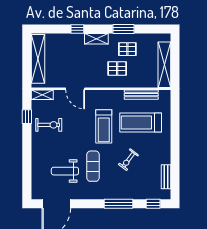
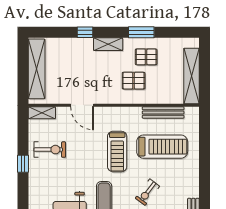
window: (27, 117) -> (23, 164), moved
treadmill: (141, 122) -> (162, 147), turned 180

